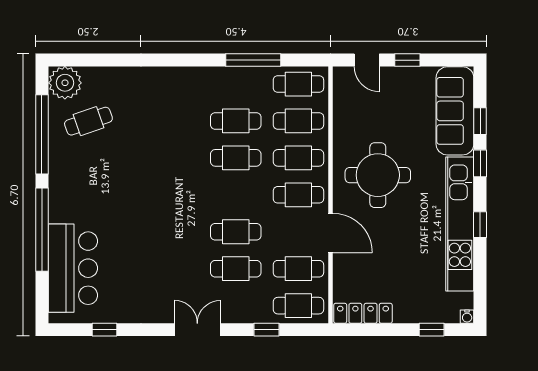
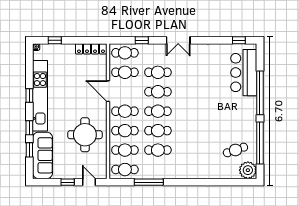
round table: (378, 175) -> (85, 135), moved
cafe table: (236, 195) -> (158, 111), added
window: (105, 330) -> (239, 40), moved

